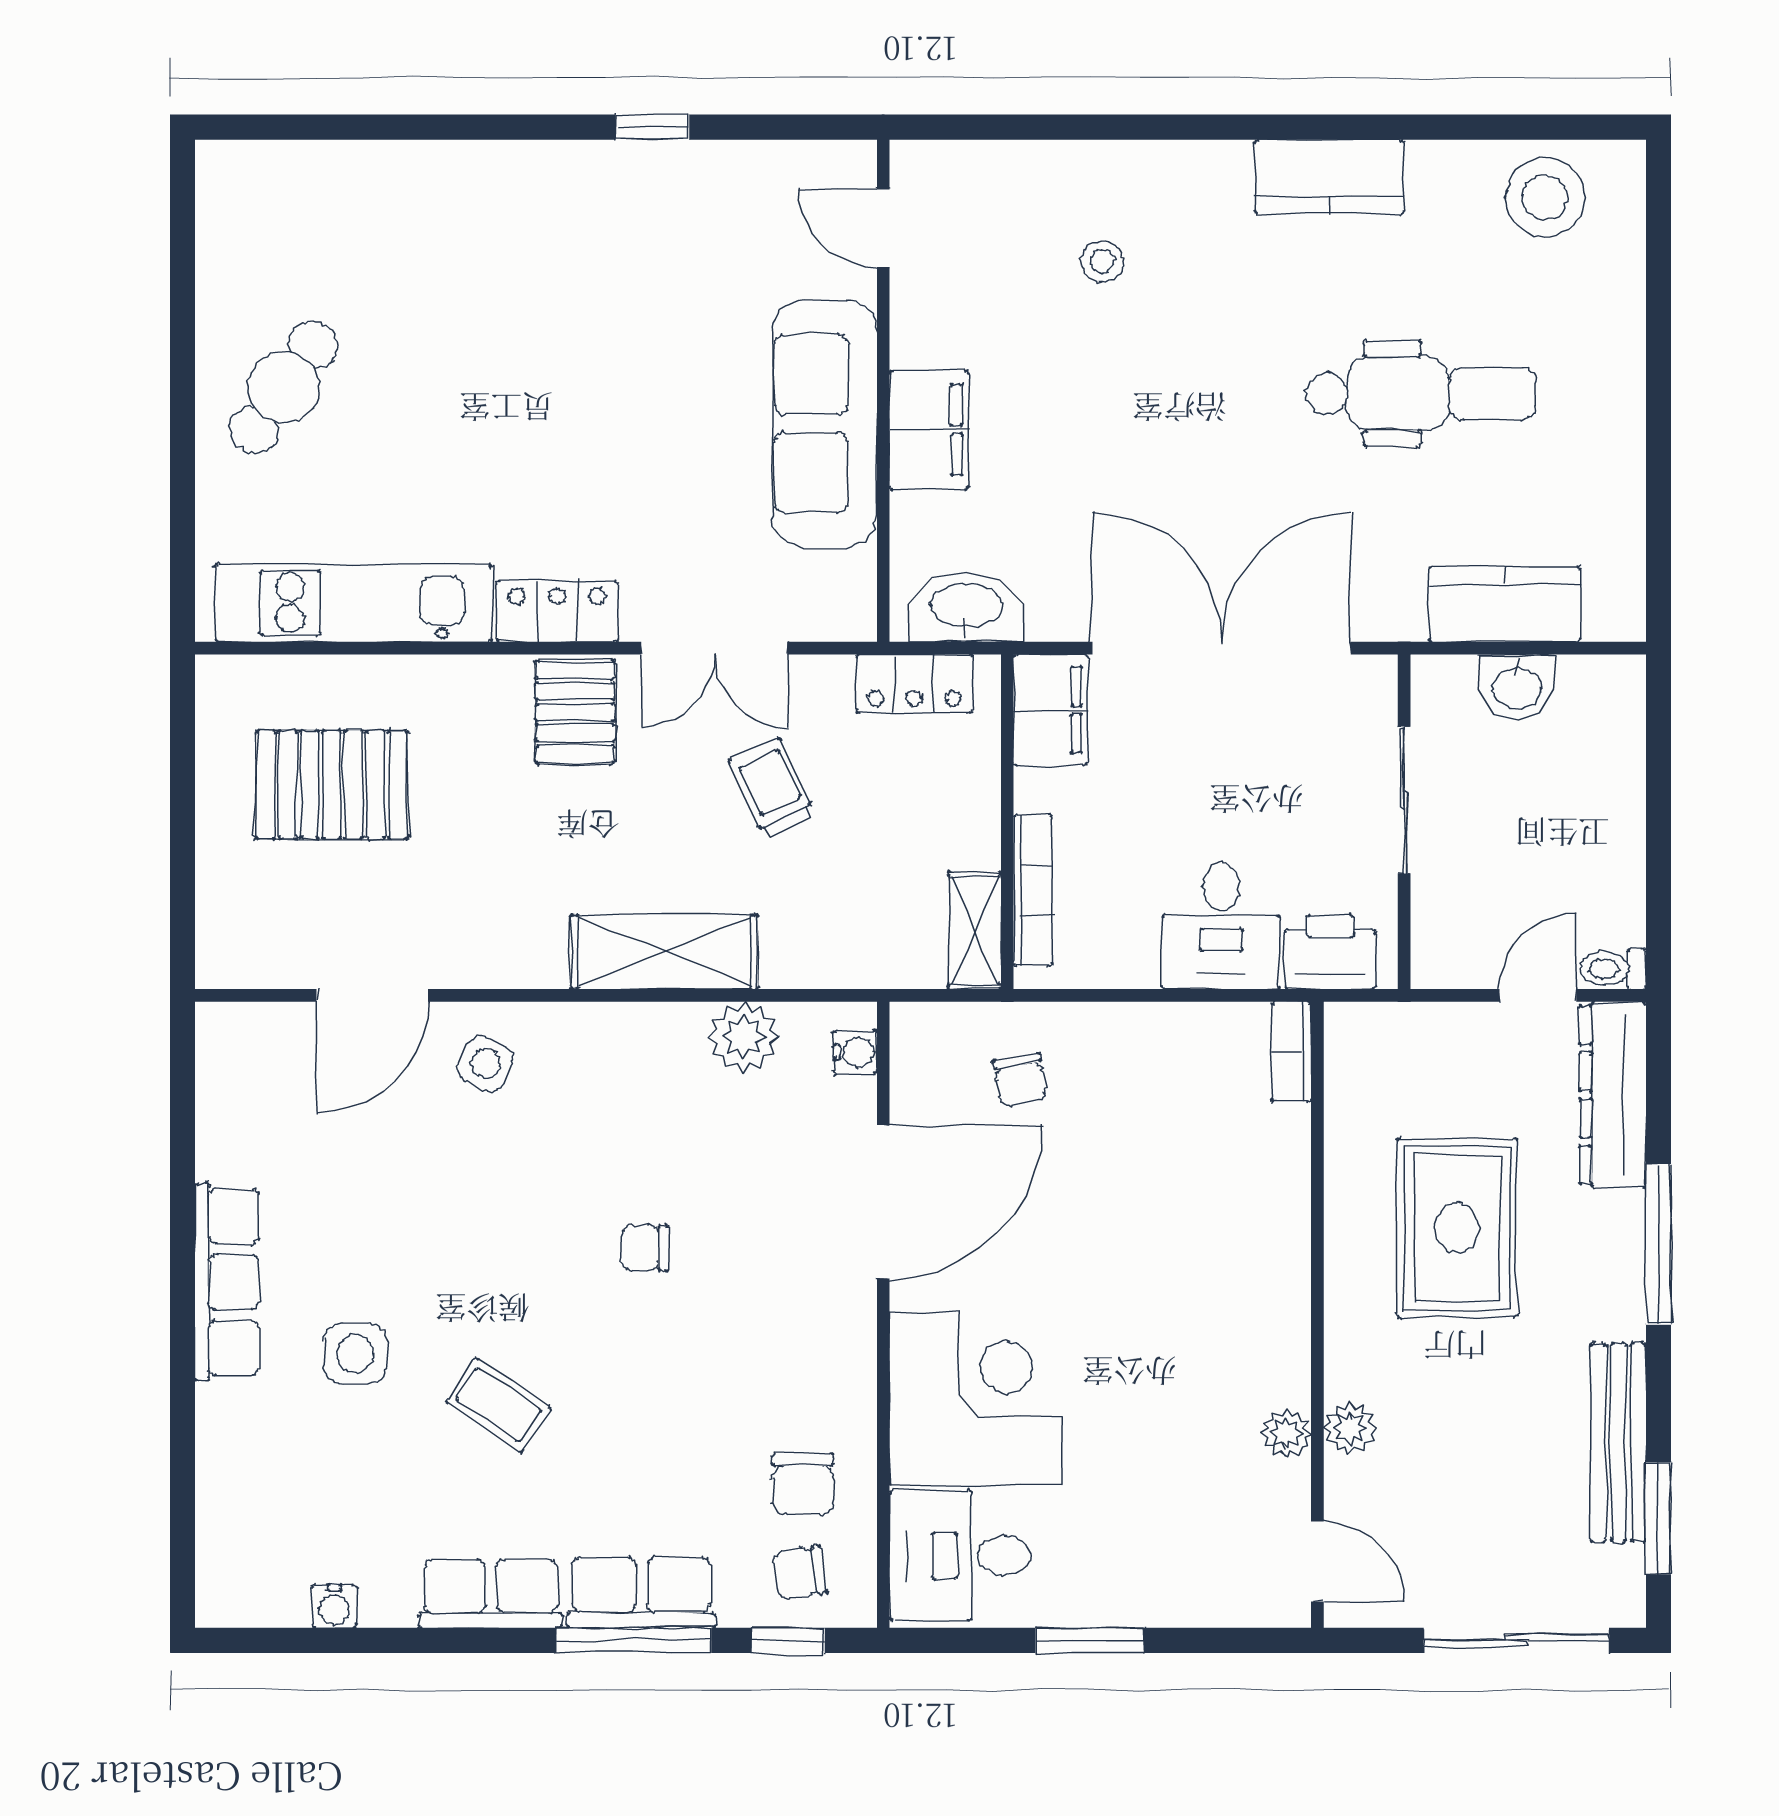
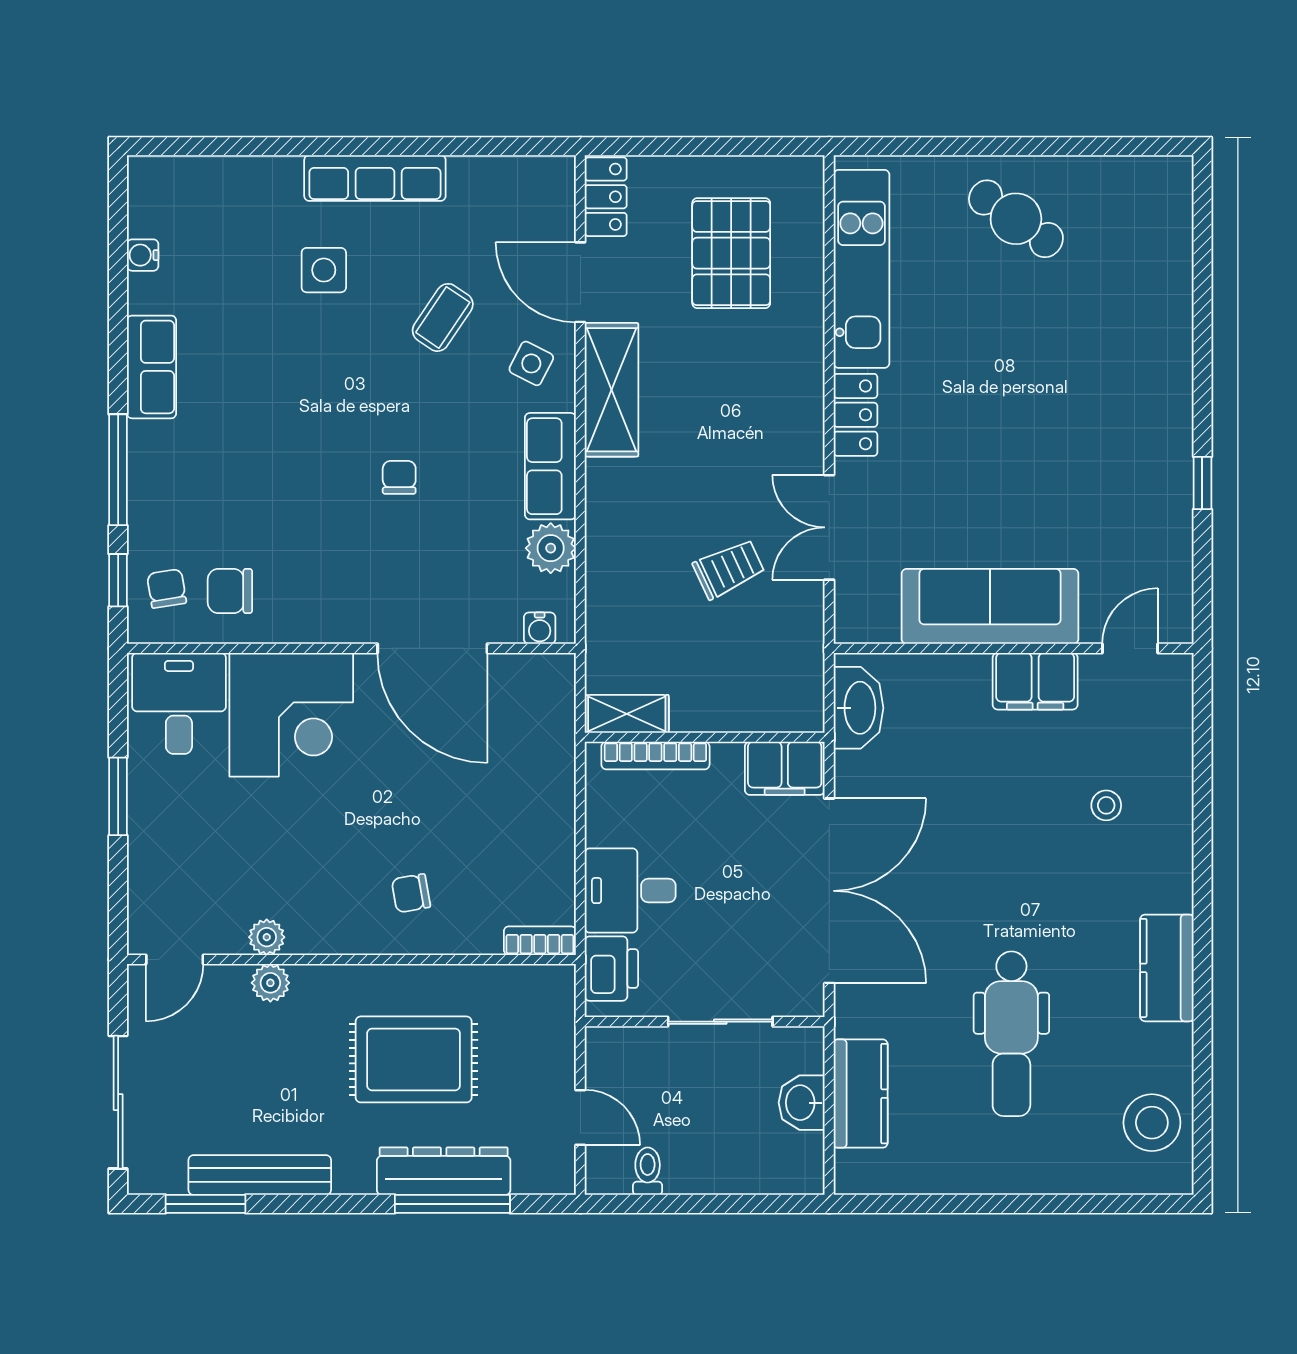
filing cabinet: (929, 430) -> (1035, 681), moved
locker: (914, 684) -> (606, 197), moved, turned 180
pallet: (575, 712) -> (783, 428), removed
shelving: (664, 952) -> (611, 390), moved
toilet: (1613, 969) -> (648, 1171), moved
chair: (1020, 1080) -> (411, 893), moved
dresser: (1613, 1095) -> (444, 1171), moved
window: (1658, 1244) -> (452, 1204), moved
coffee table: (499, 1405) -> (443, 317), moved
row of seats: (641, 1592) -> (550, 466), moved, turned 180

